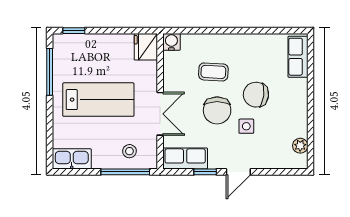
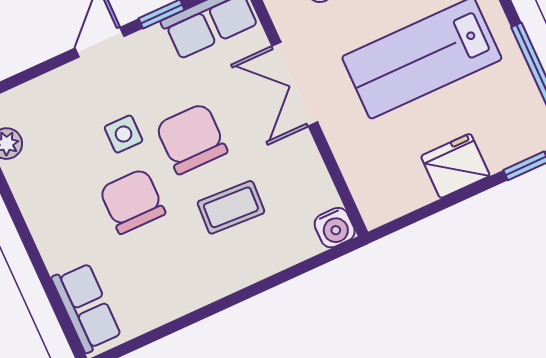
fridge: (146, 47) -> (455, 166), moved, turned -90
chair: (256, 95) -> (132, 201), turned -97

